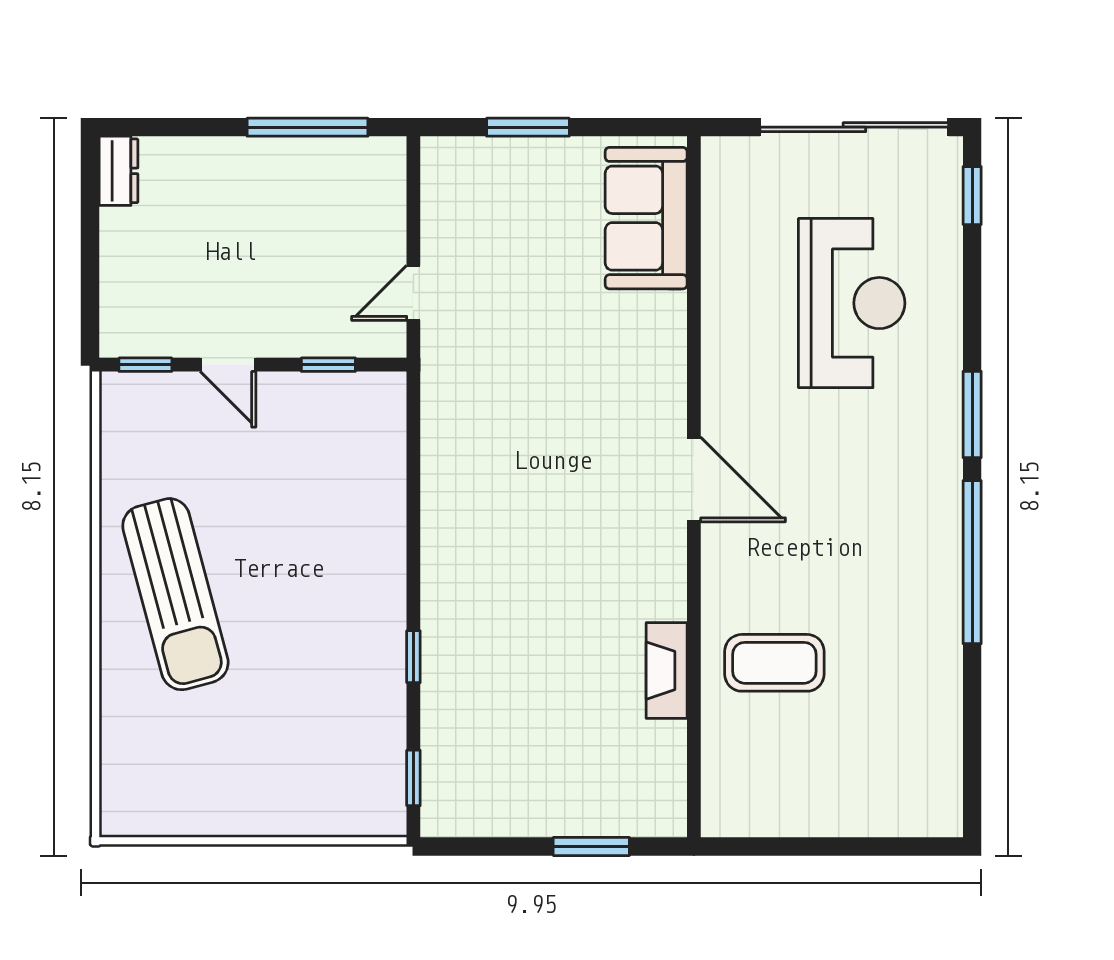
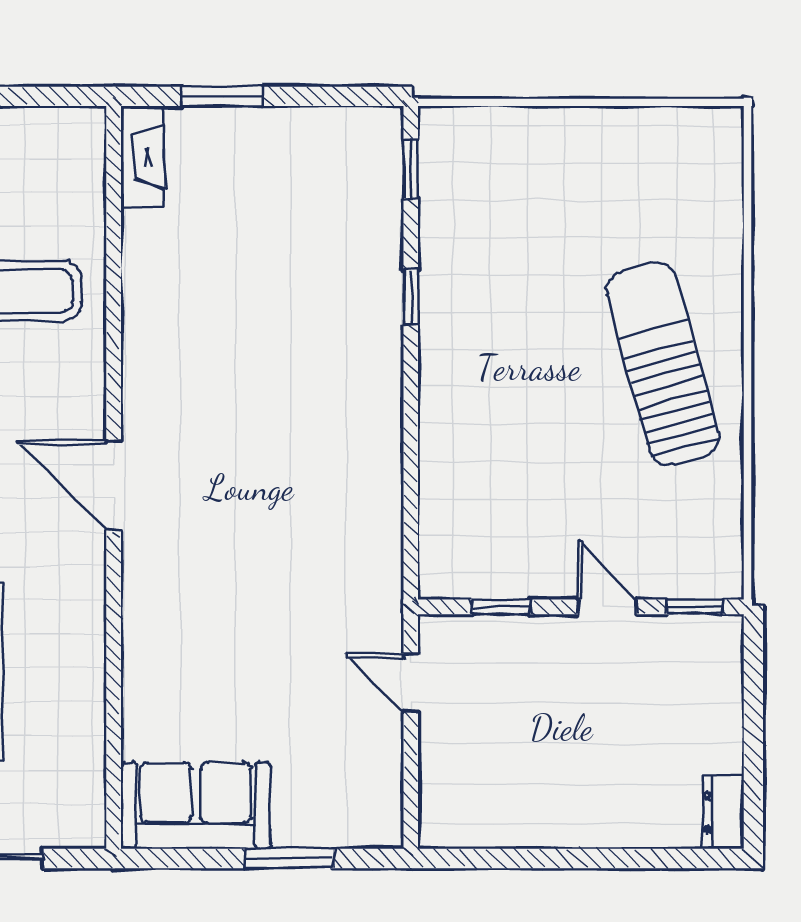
window: (308, 127) -> (523, 858), removed
sofa: (646, 218) -> (196, 805), moved, turned -90
door: (413, 293) -> (411, 683), swing flipped
fireplace: (667, 671) -> (142, 157), moved

